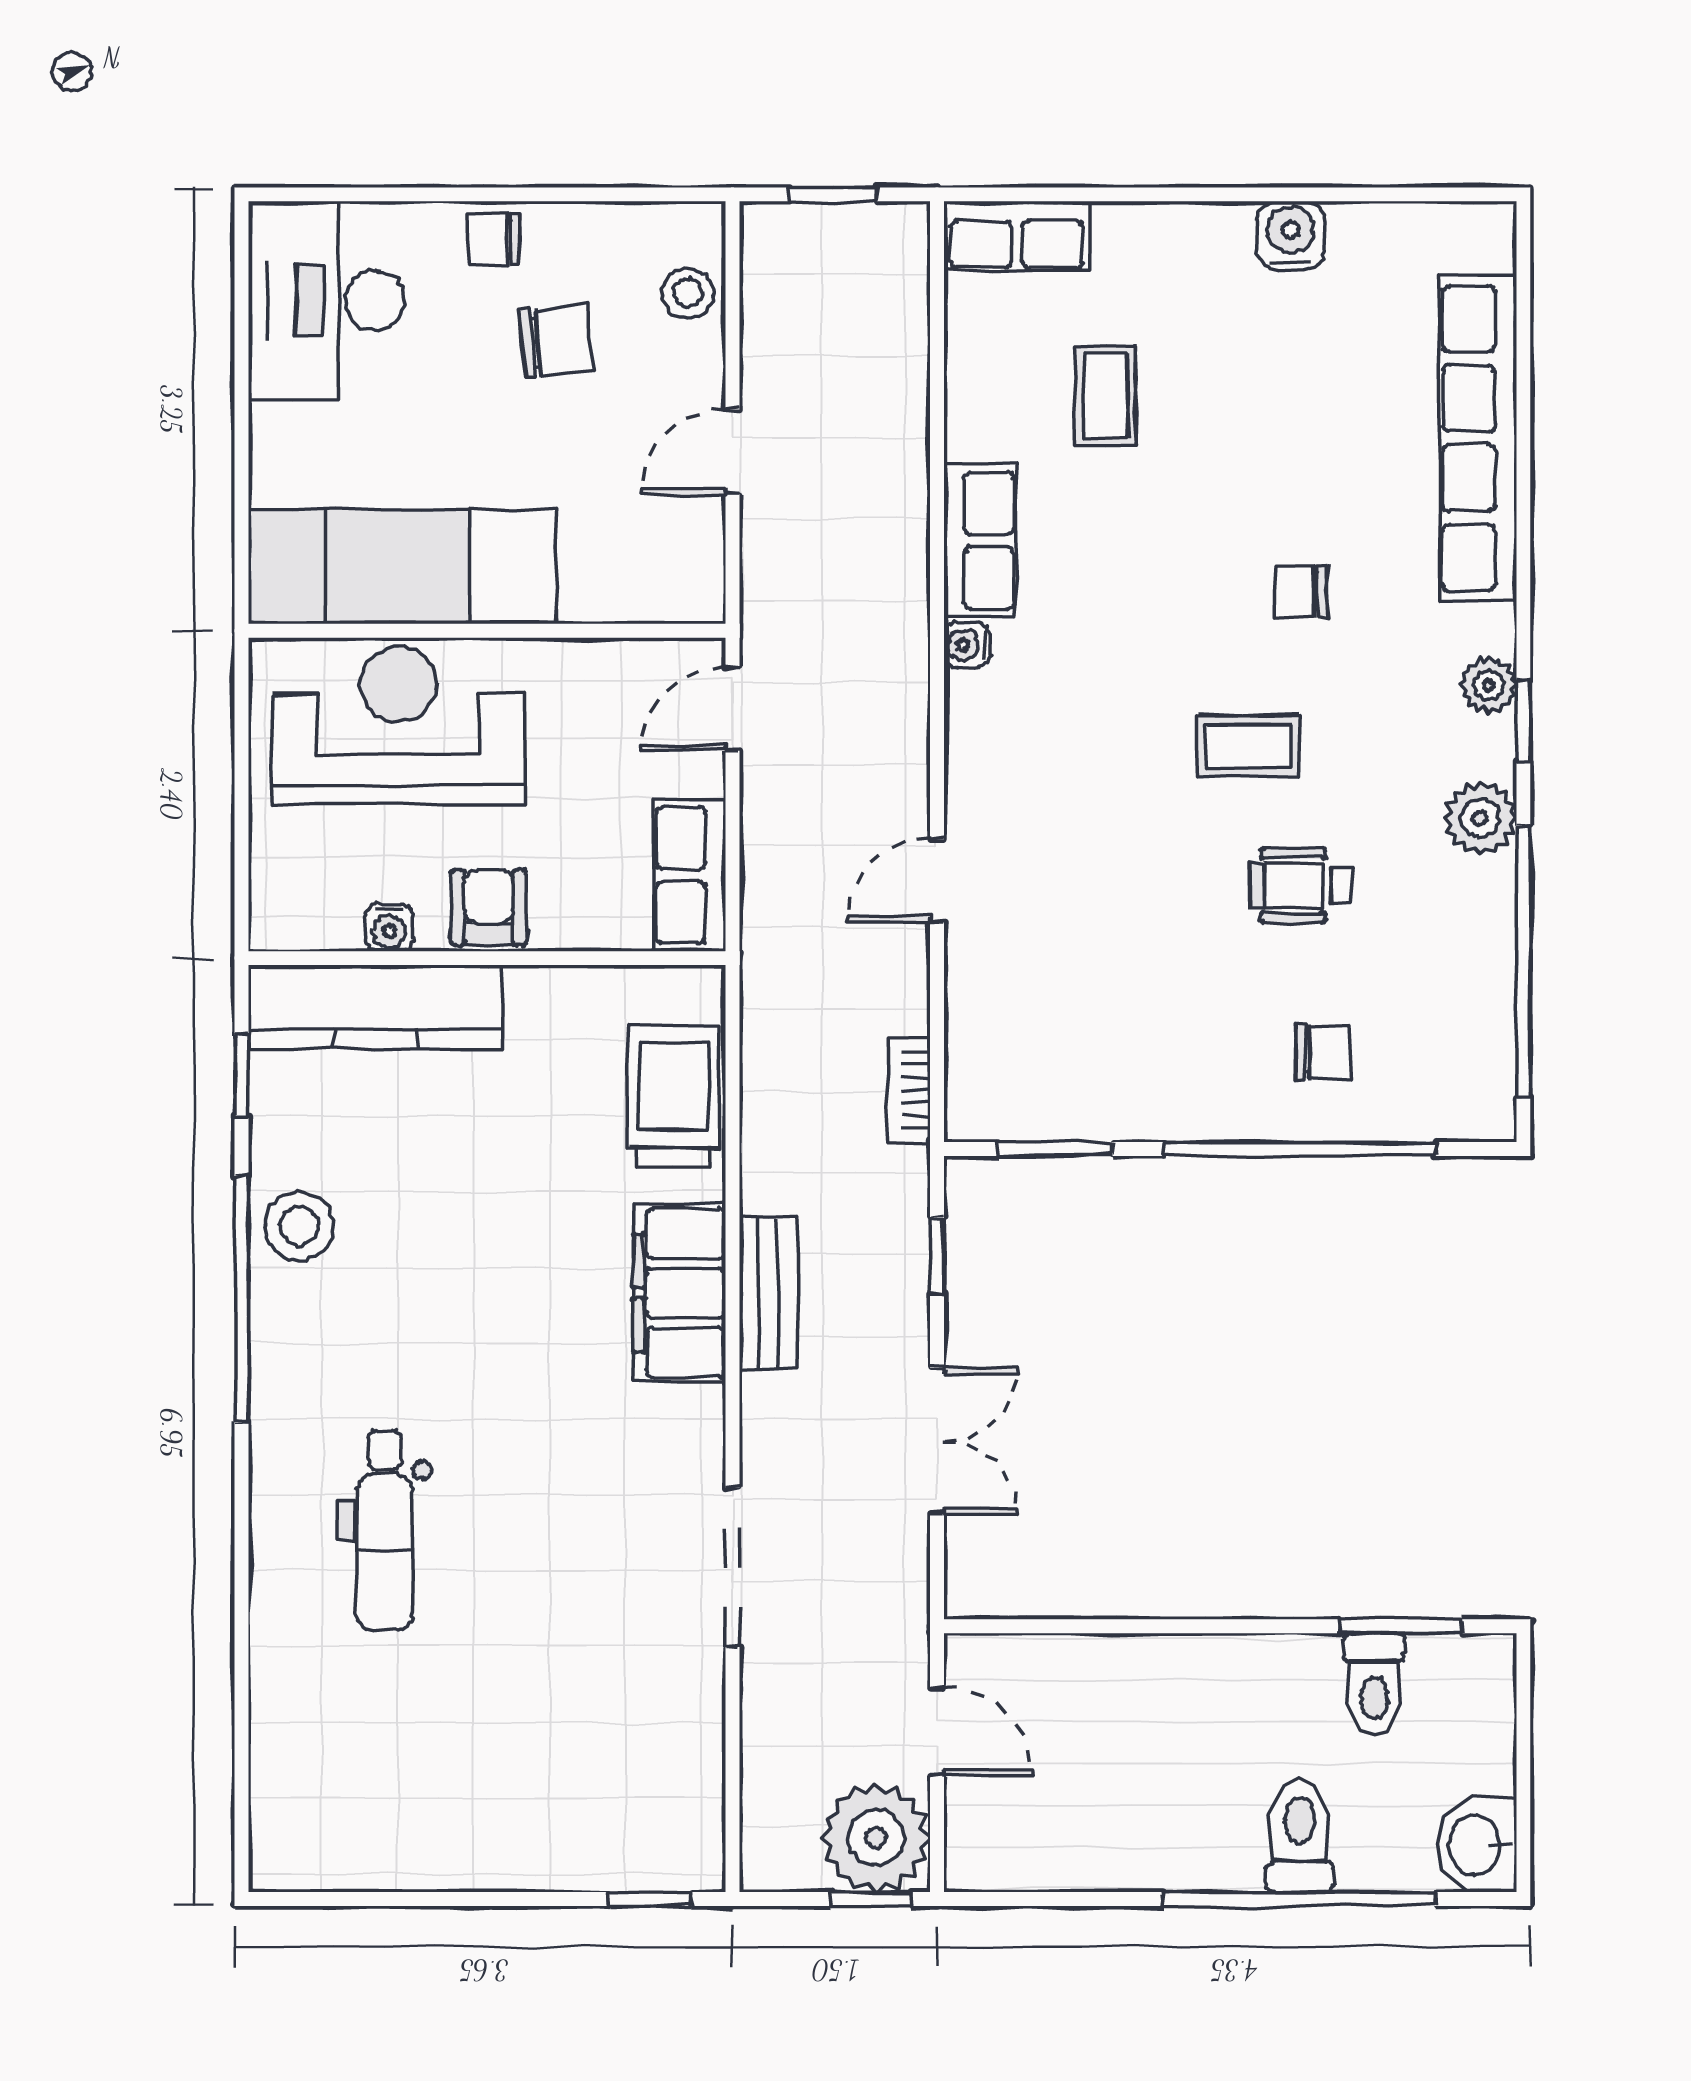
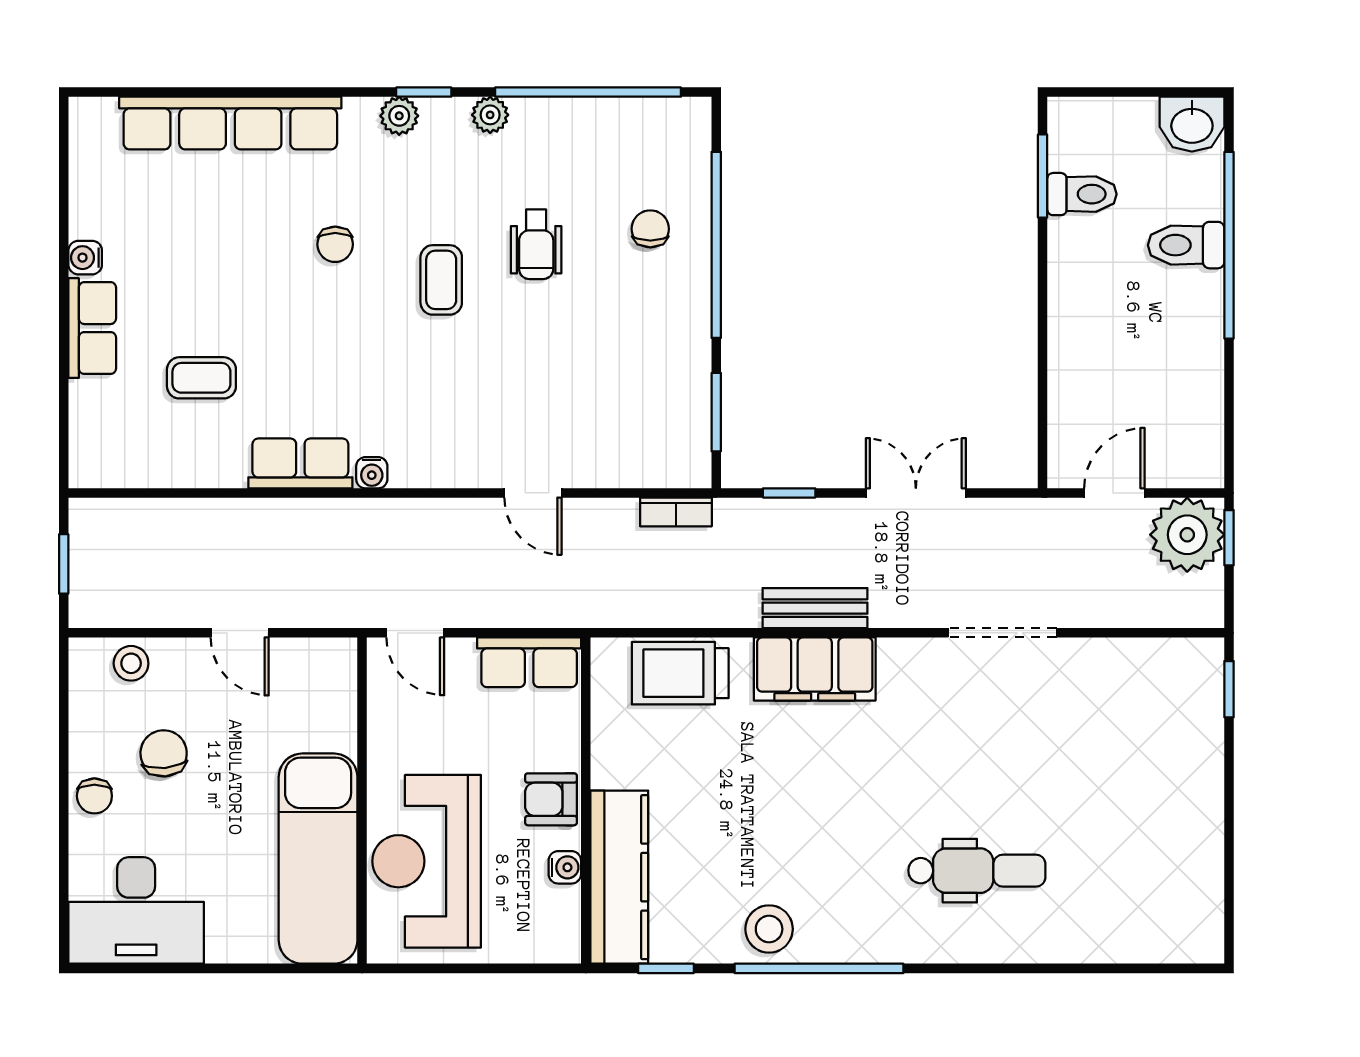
water cooler: (1291, 235) -> (85, 258), width x0.72, depth x0.72
row of seats: (1017, 236) -> (92, 328), moved
plant: (1480, 818) -> (490, 115), width x0.73, depth x0.73

